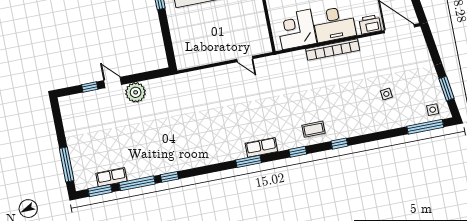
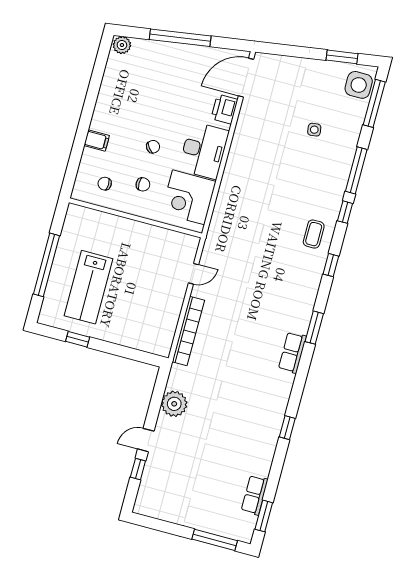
bookcase: (333, 50) -> (188, 331), moved
plant: (136, 92) -> (174, 404), moved
side table: (433, 110) -> (359, 85), width x1.87, depth x1.87
row of seats: (261, 147) -> (292, 353), moved
window: (137, 183) -> (356, 170), moved

